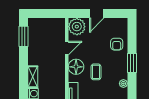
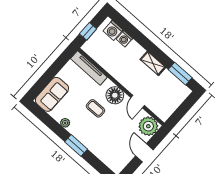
armchair: (117, 44) -> (103, 147), removed
shelving: (33, 77) -> (153, 63), moved

